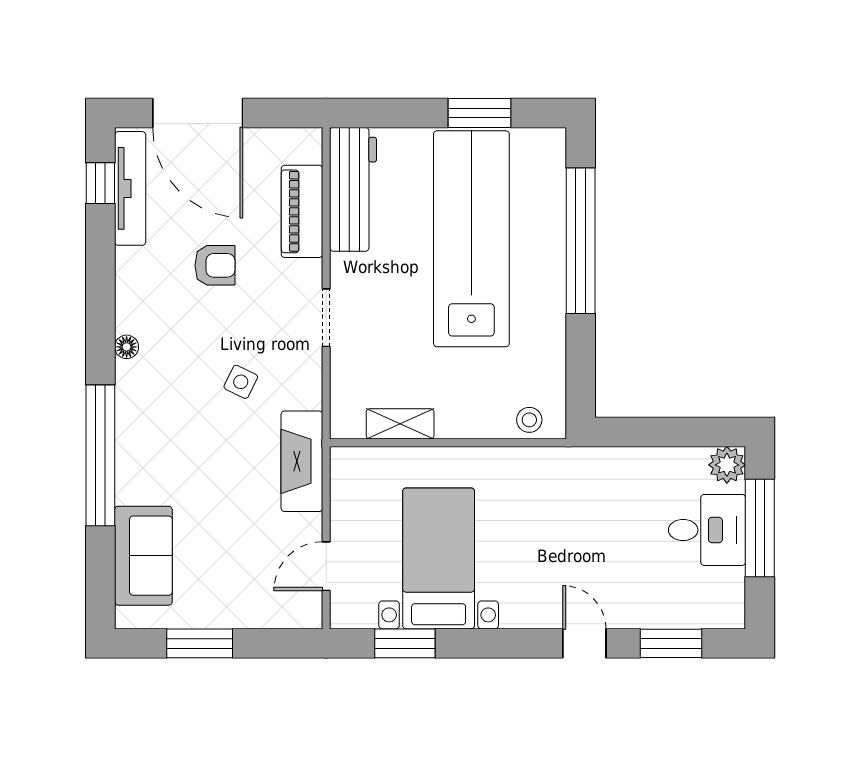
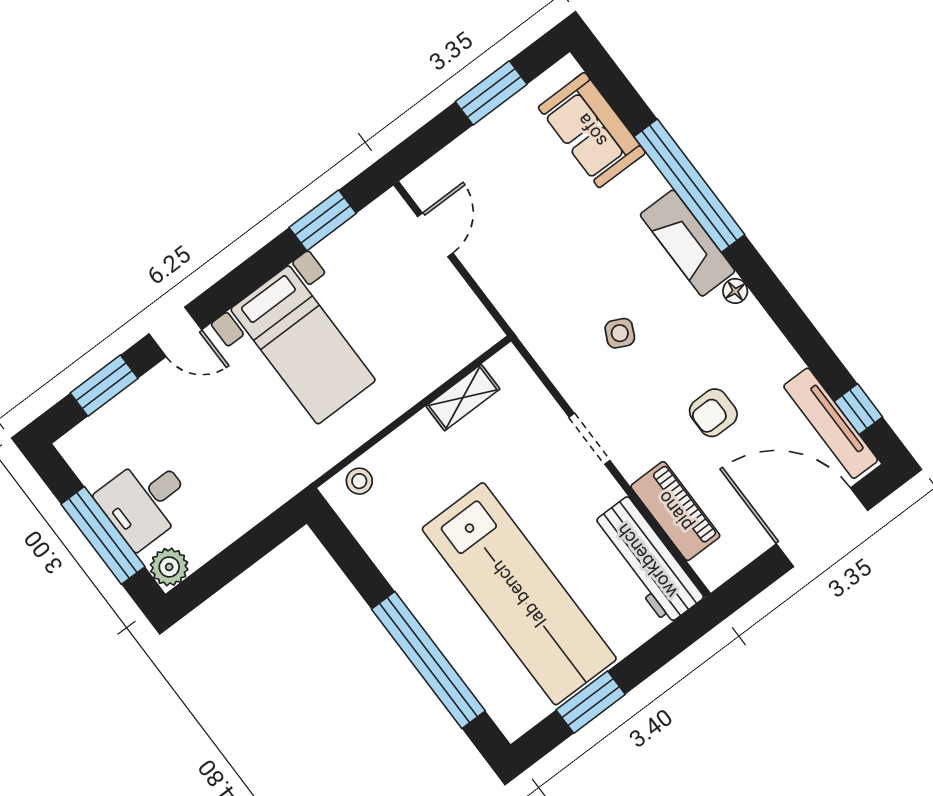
fireplace: (302, 461) -> (688, 243), moved, turned 180
bed with nightstands: (439, 558) -> (303, 345), moved

